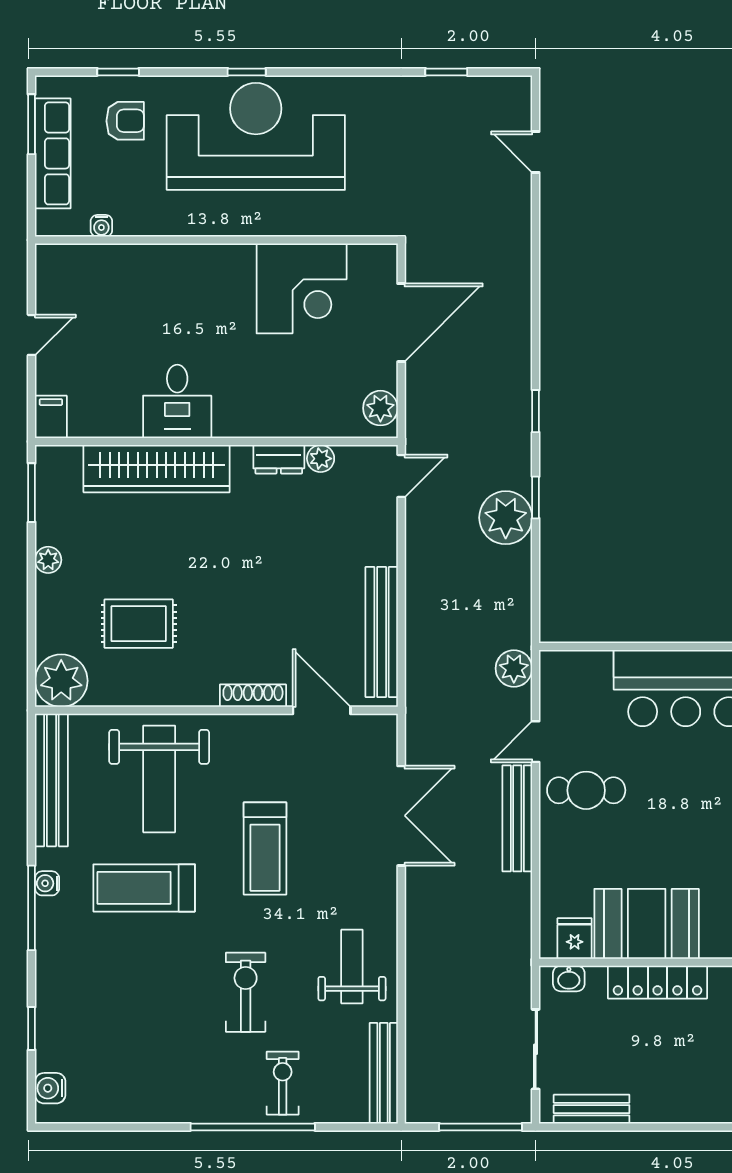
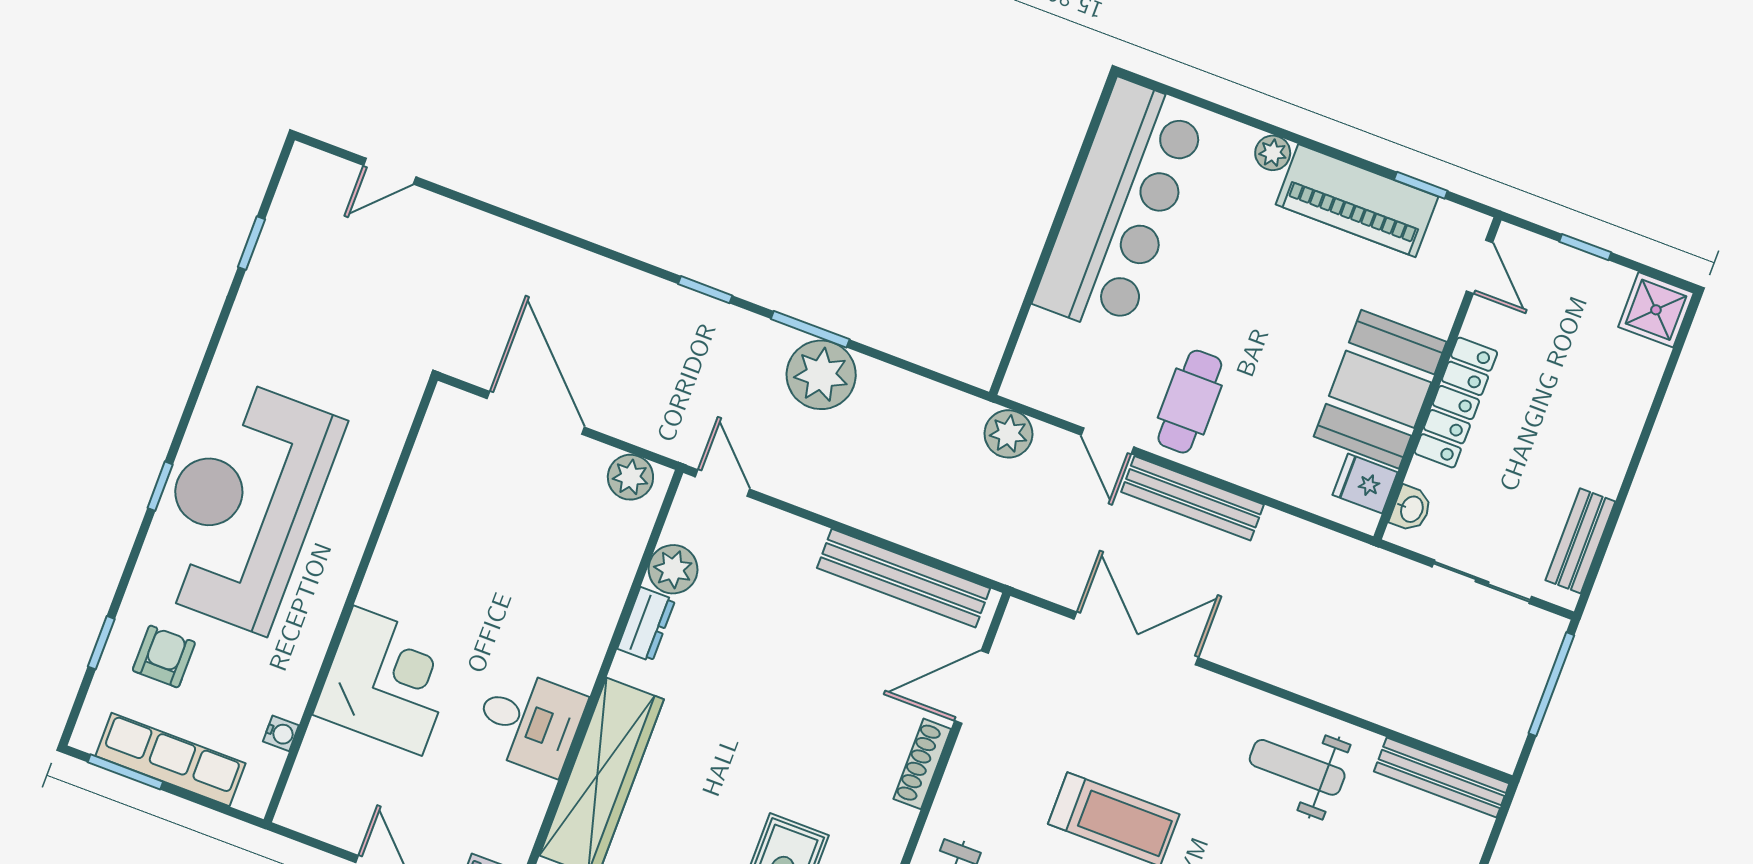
corner desk: (302, 288) -> (388, 681), moved
plant: (321, 459) -> (673, 569), width x1.38, depth x1.38
window: (536, 497) -> (810, 329), width x1.50

